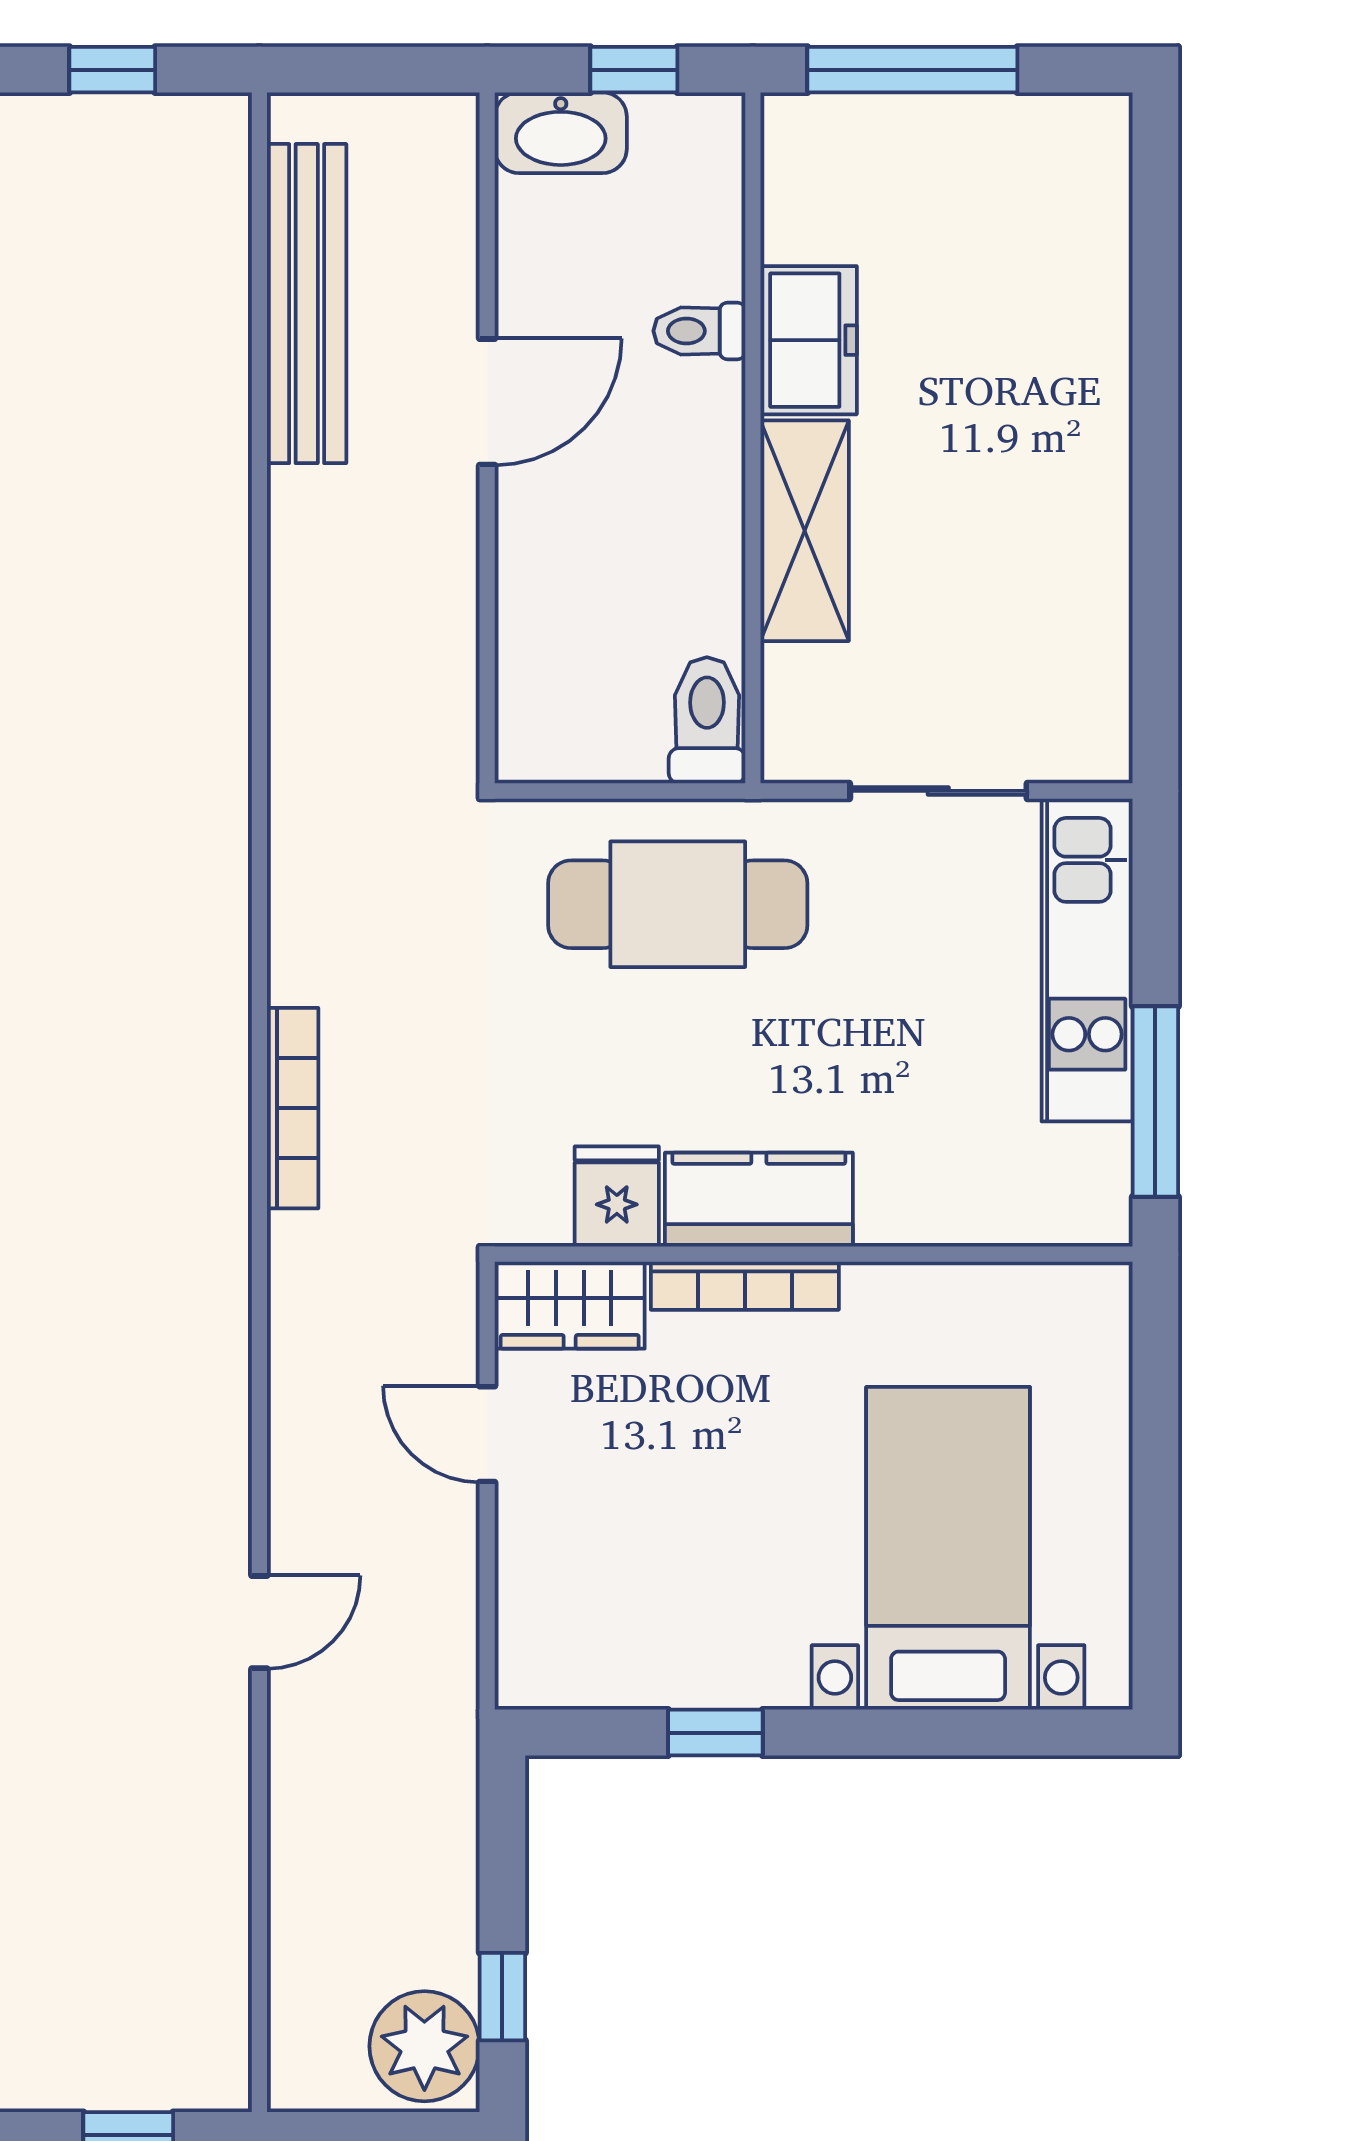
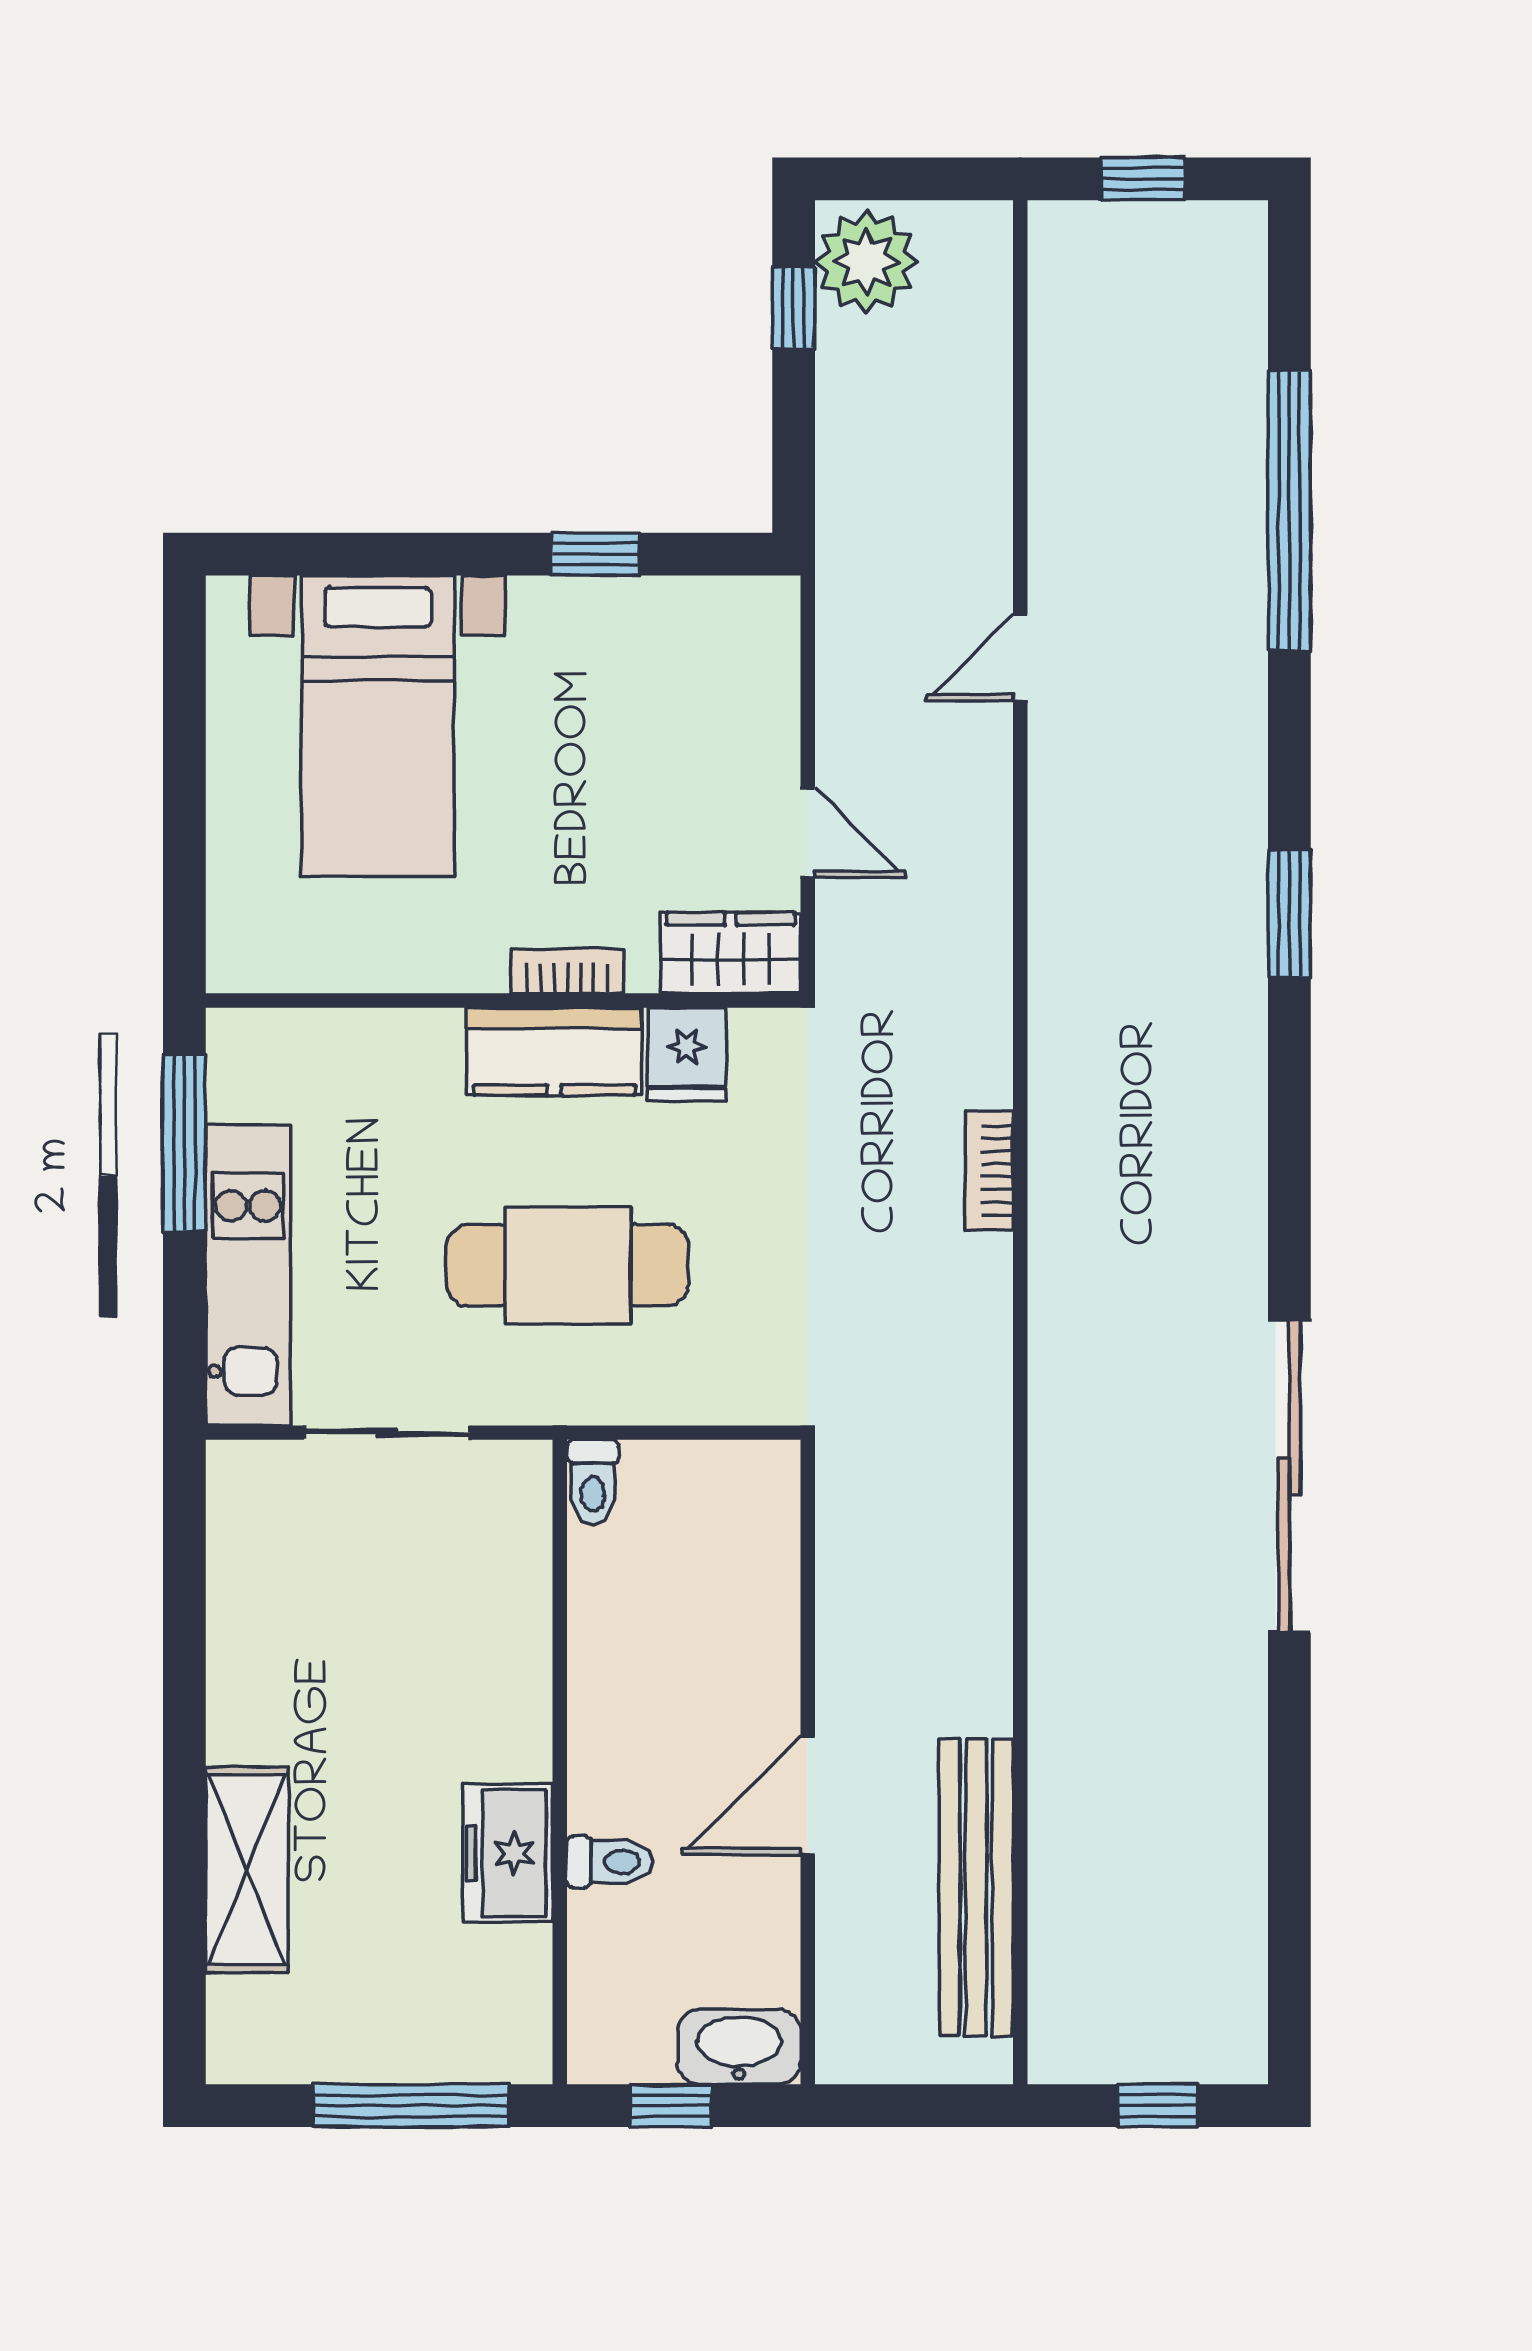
shelving: (805, 531) -> (247, 1870), moved
toilet: (707, 720) -> (593, 1482), width x0.73, depth x0.72
cafe table: (678, 904) -> (568, 1265), moved
bookcase: (293, 1108) -> (989, 1170), width x0.64
bookcase: (745, 1286) -> (567, 971), width x0.64

